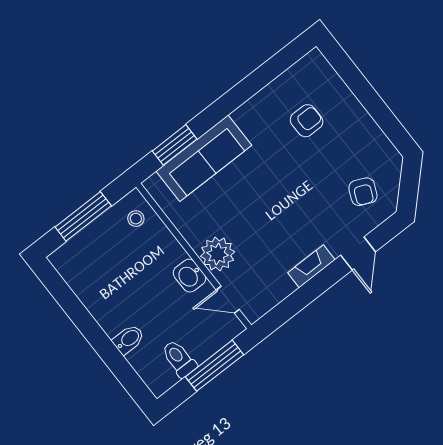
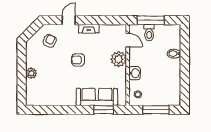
plant: (351, 110) -> (31, 73), added
armchair: (307, 121) -> (78, 60), moved
washbasin: (190, 276) -> (135, 73), moved
toilet: (179, 359) -> (149, 33), moved

